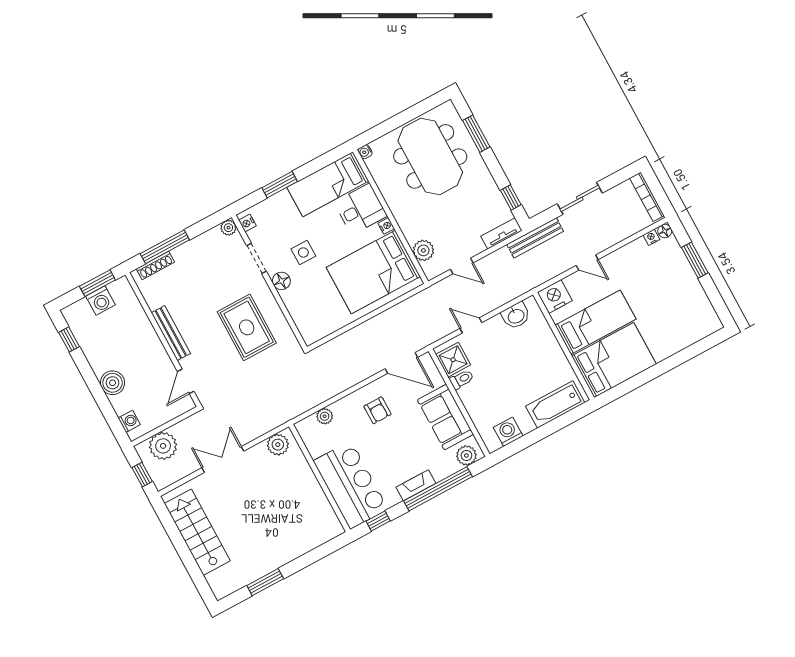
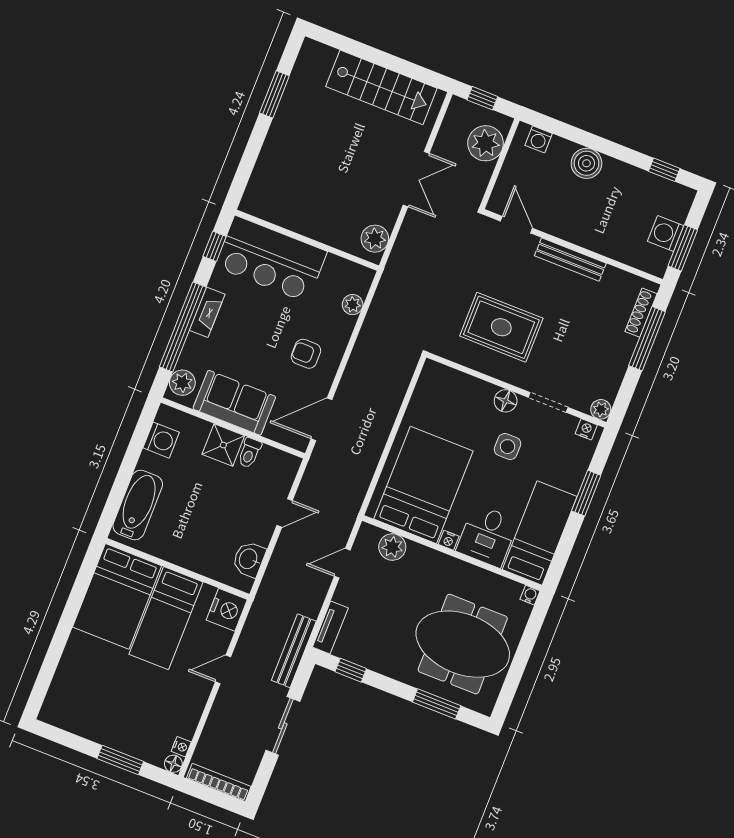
shower: (453, 360) -> (223, 445), moved

